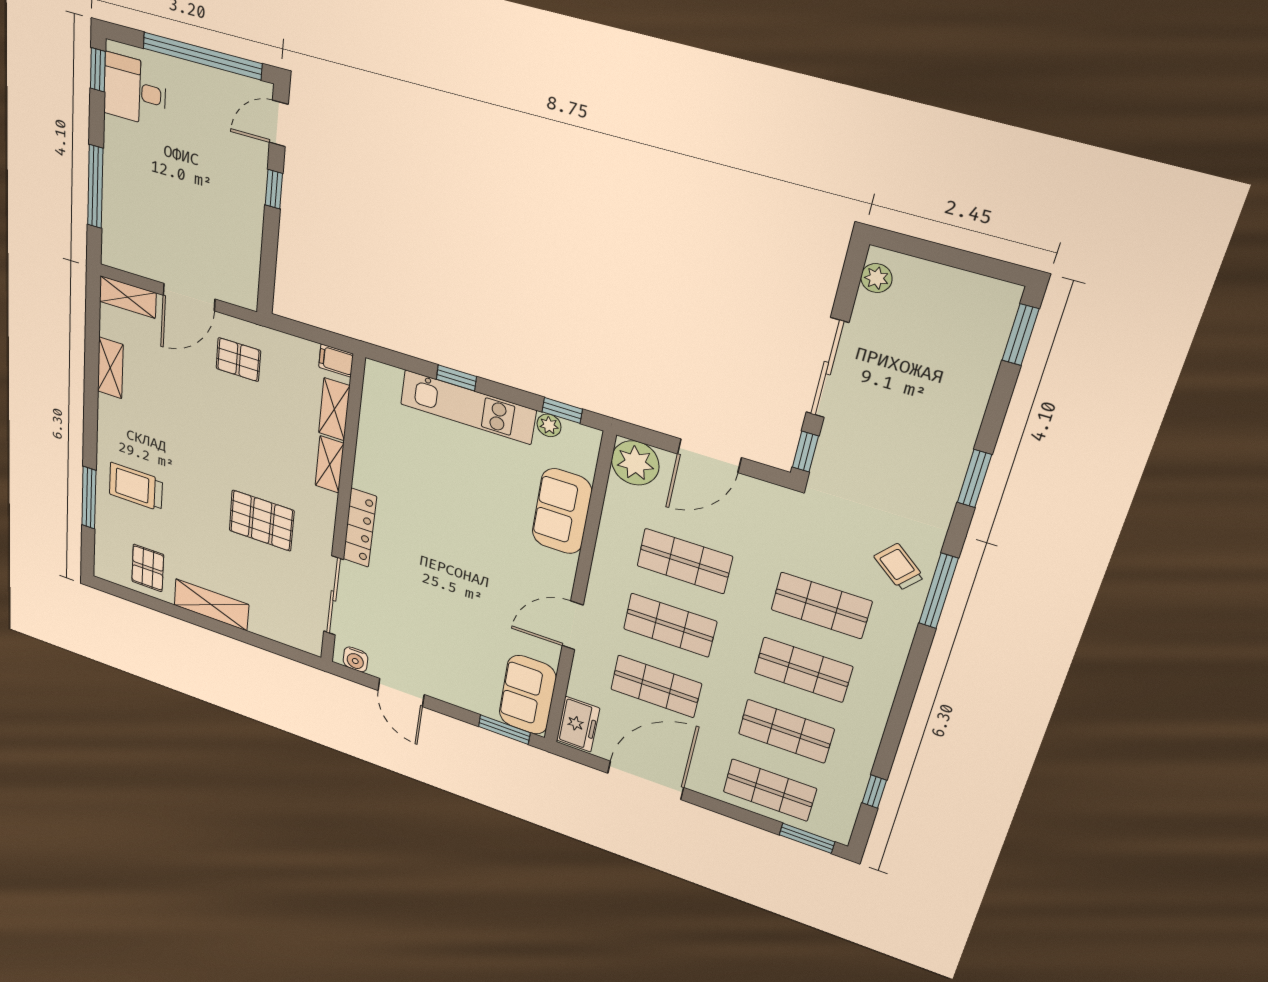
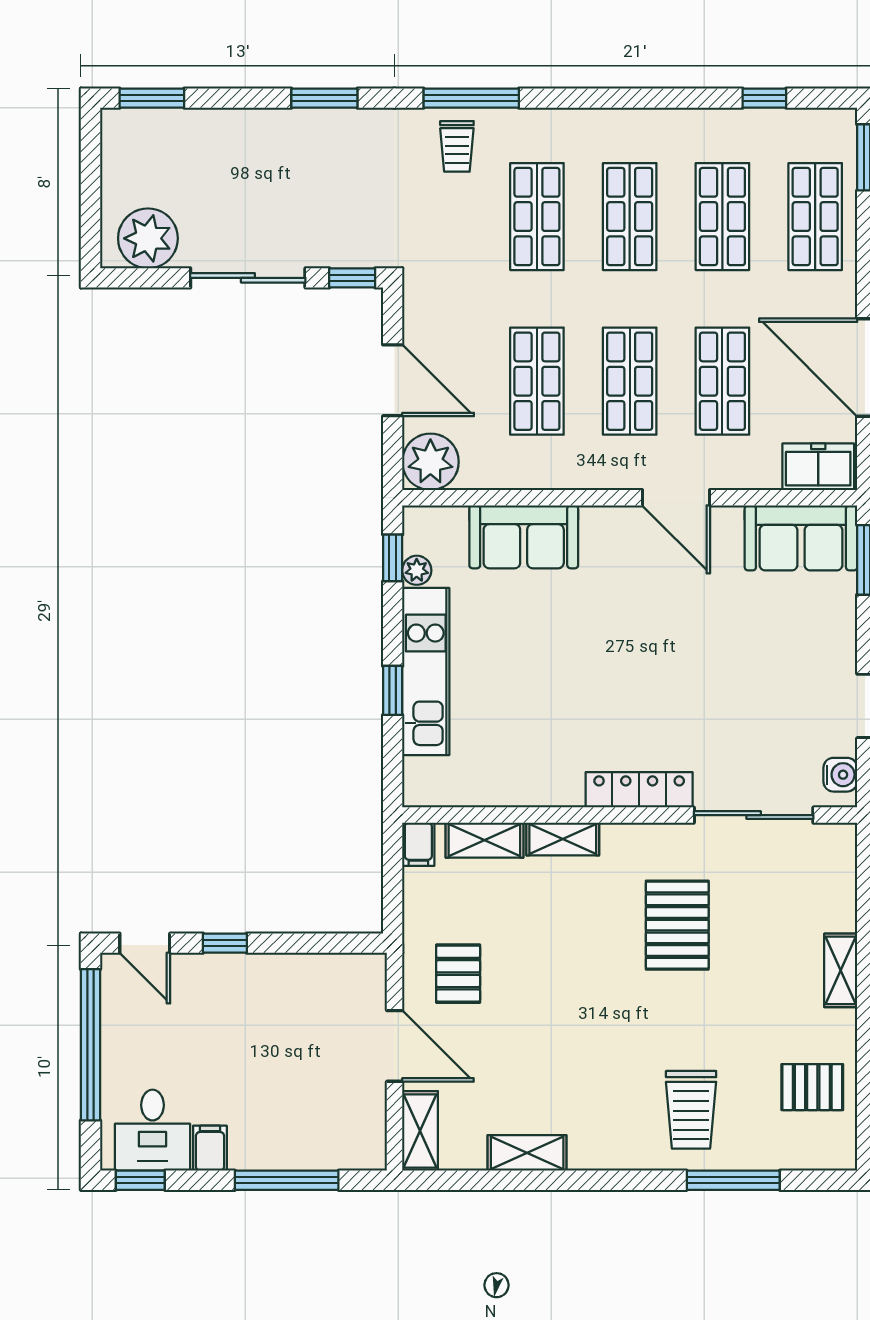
filing cabinet: (120, 133) -> (210, 1148), added
plant: (876, 278) -> (148, 238), width x1.87, depth x1.87
trolley: (899, 567) -> (457, 146), turned -40
shelving: (211, 605) -> (841, 970), width x0.67, depth x0.75

